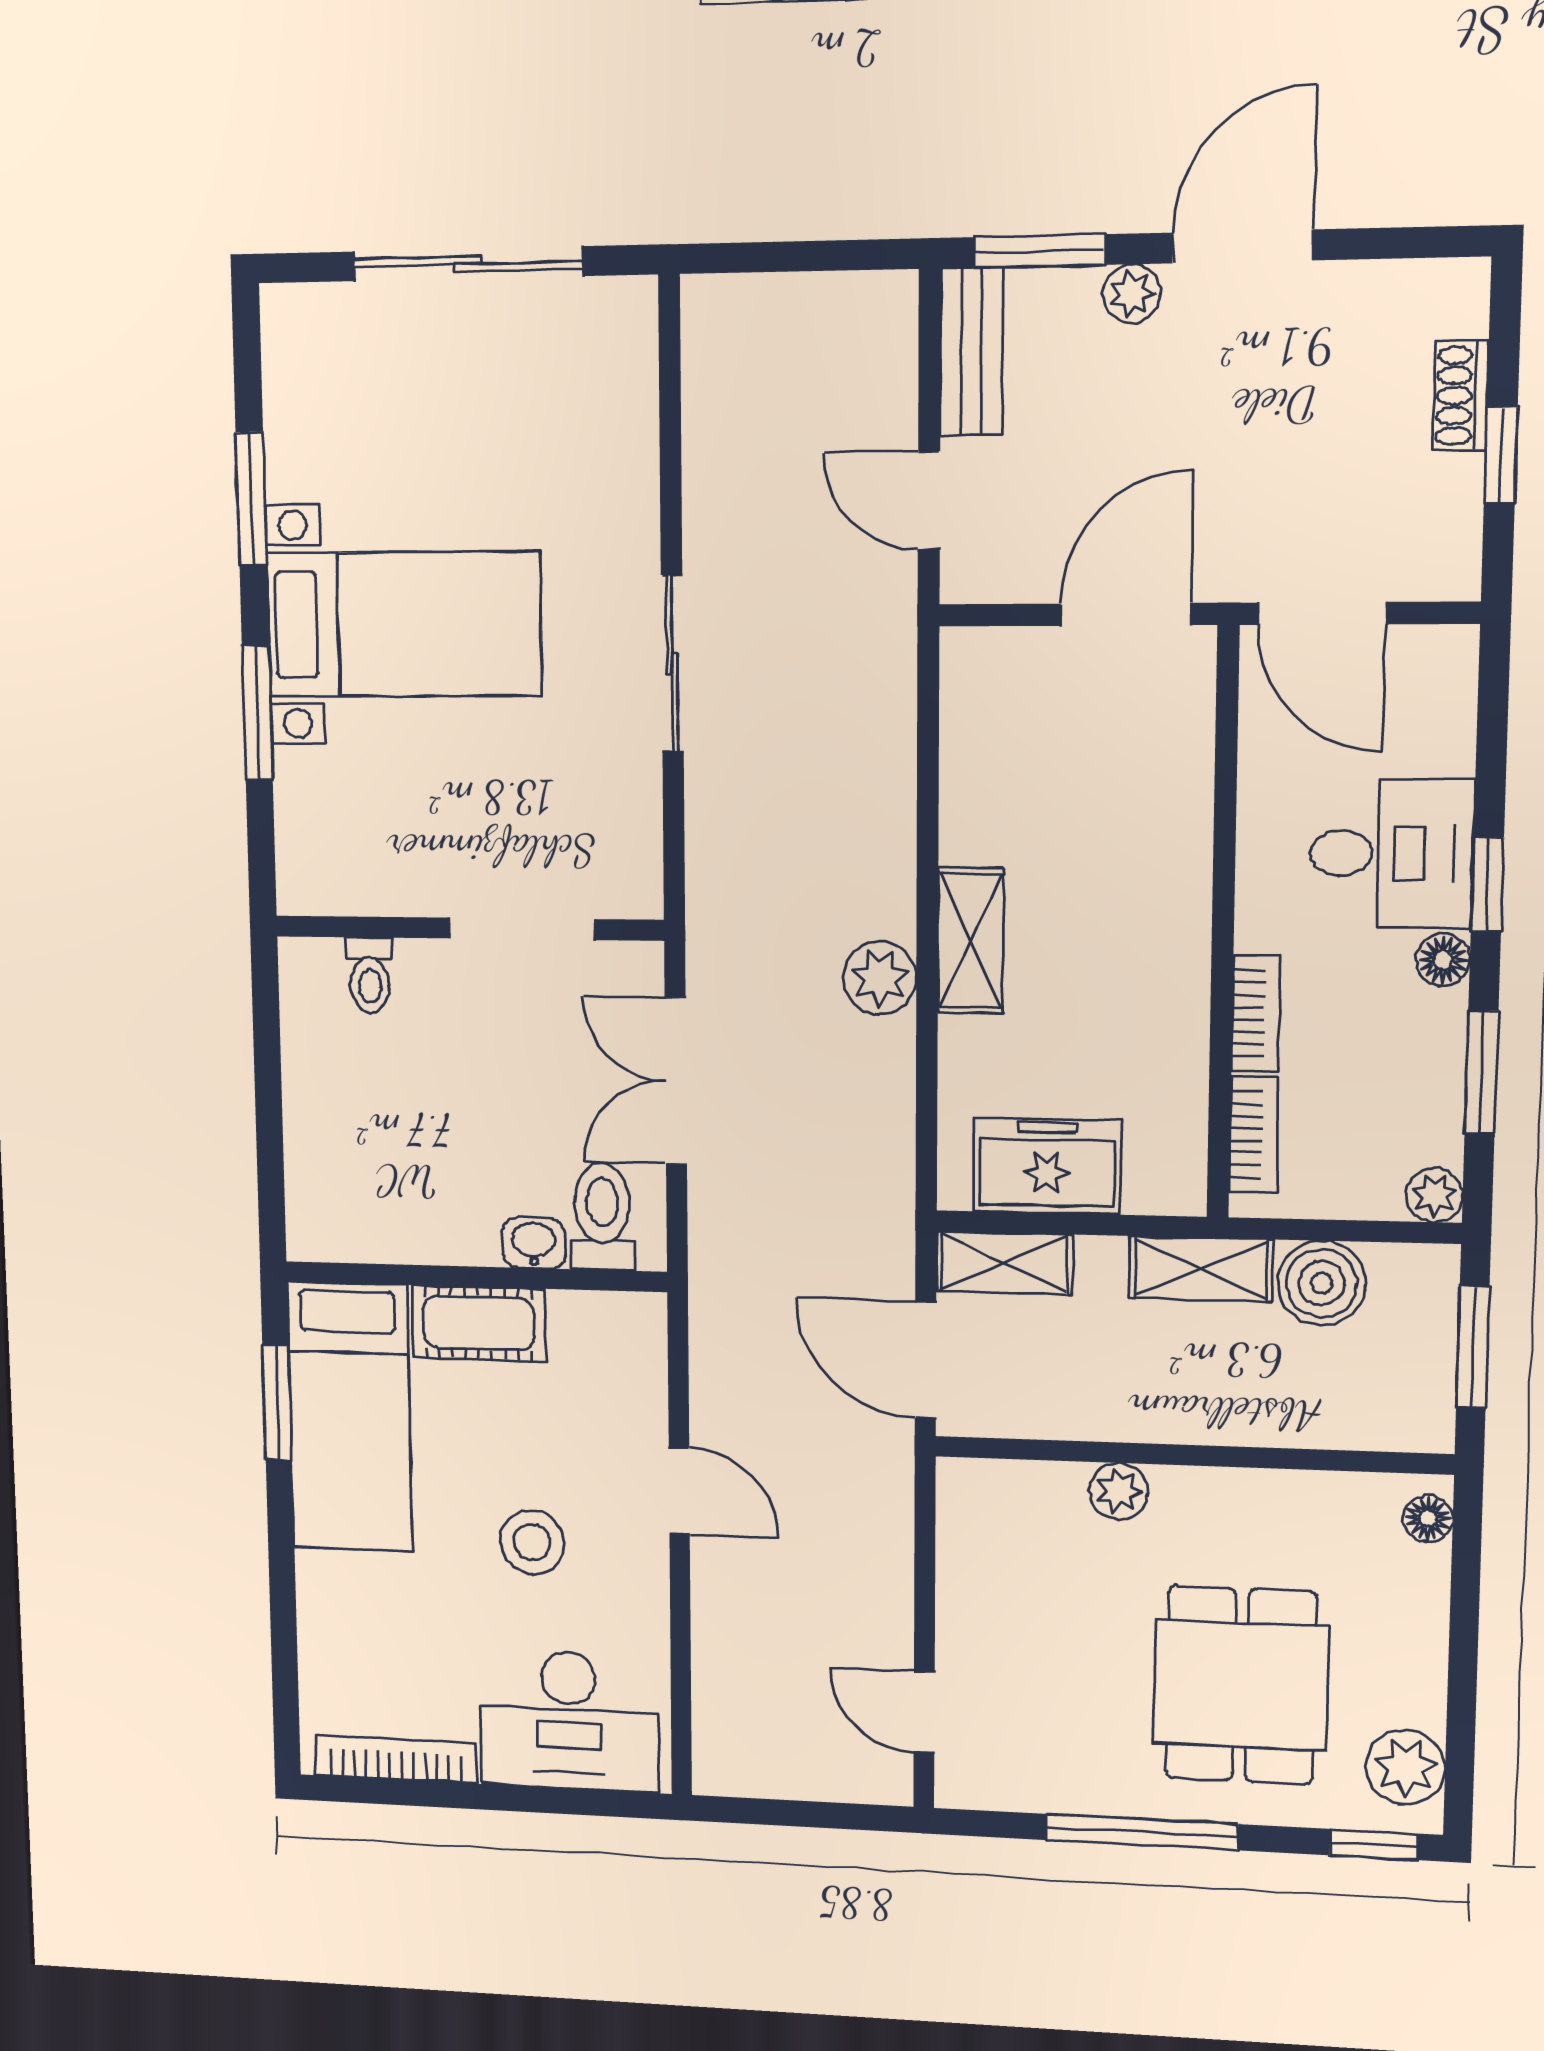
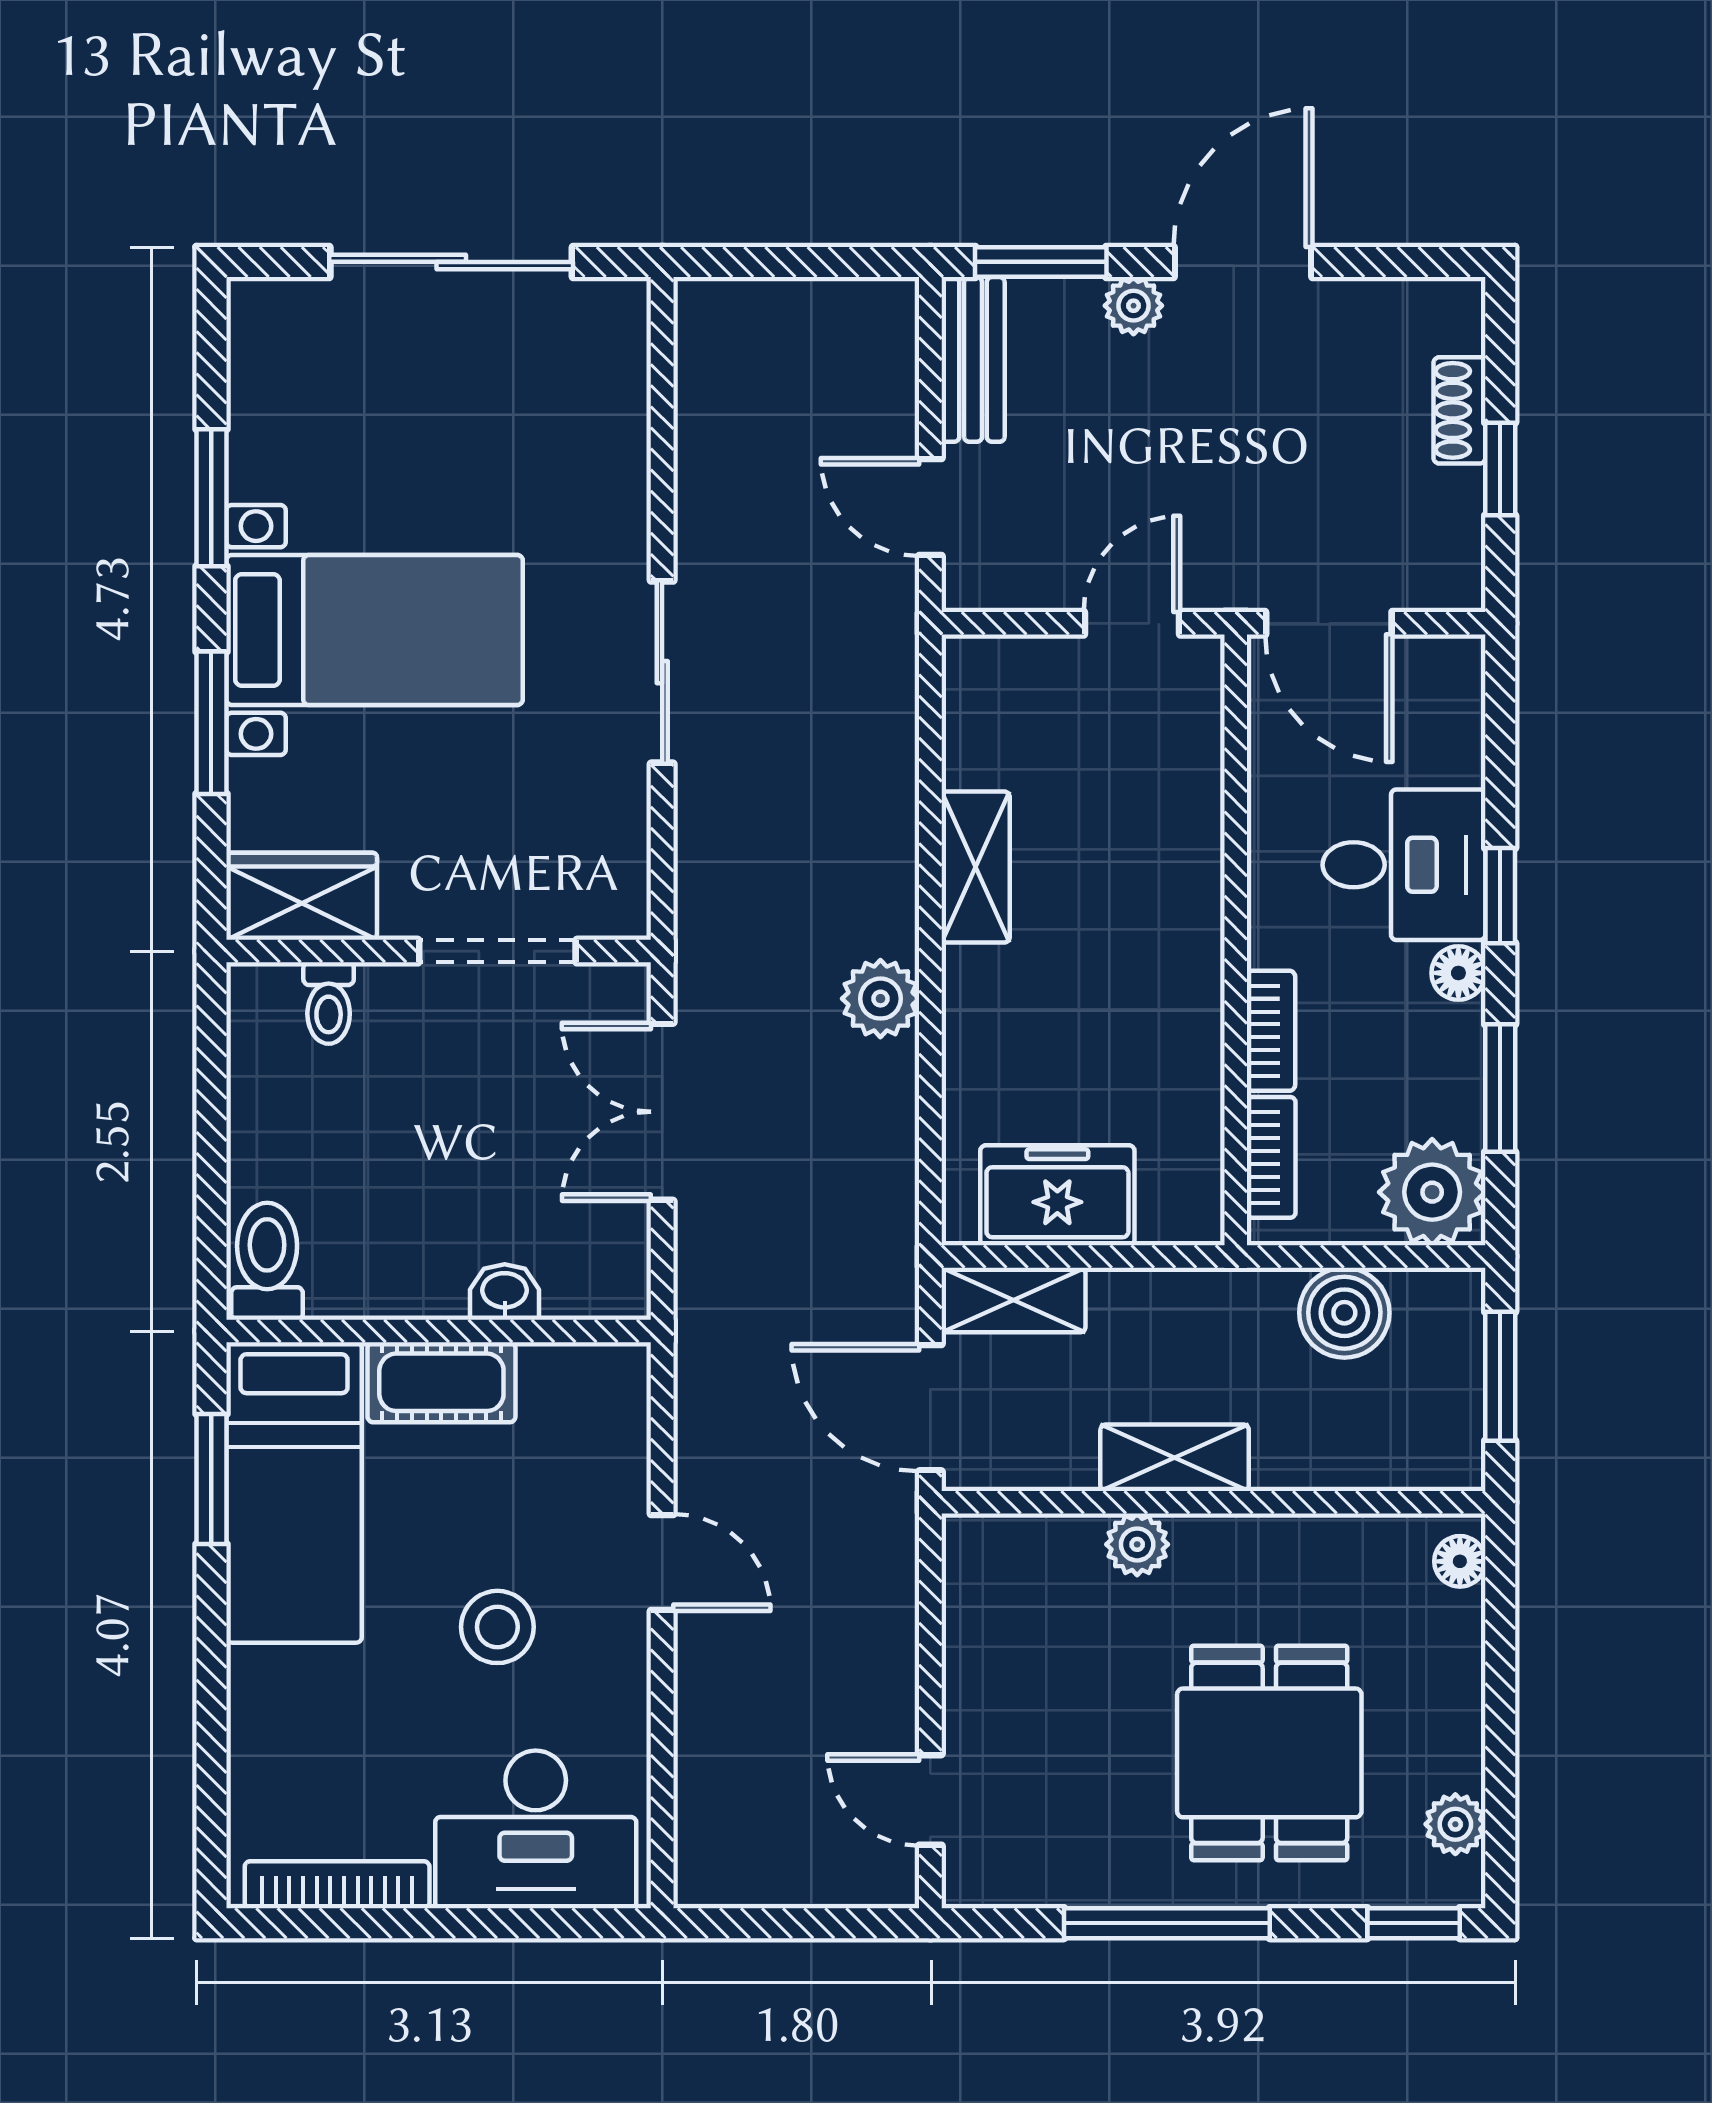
door: (1126, 614) -> (1132, 623), width x0.73
wardrobe: (343, 876) -> (302, 896), added
shelving: (970, 941) -> (976, 867), moved
plant: (1435, 1195) -> (1432, 1192), width x1.88, depth x1.88
toilet: (602, 1217) -> (267, 1261), moved
shelving: (1201, 1269) -> (1175, 1458), moved
plant: (1406, 1767) -> (1455, 1824), width x0.73, depth x0.73

